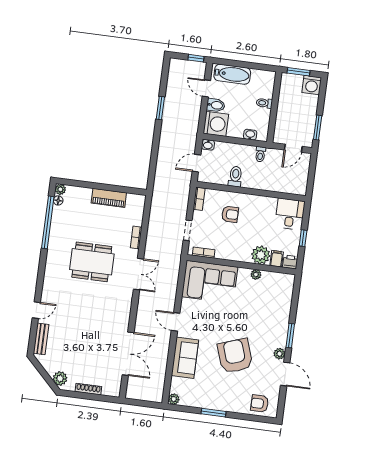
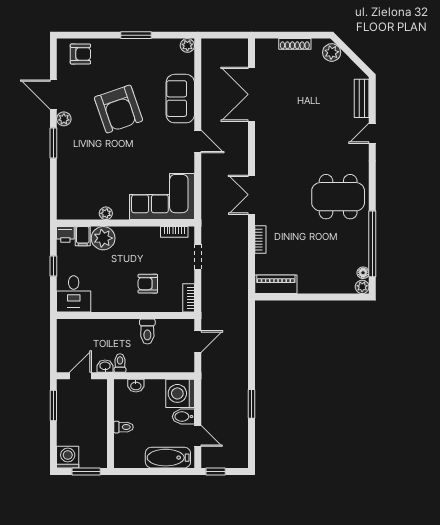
washbasin: (208, 145) -> (105, 366), moved
piano: (109, 198) -> (276, 284), moved
dining table: (92, 262) -> (338, 197), moved

